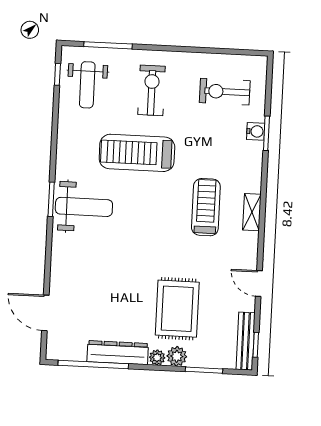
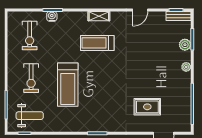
exercise bike: (152, 90) -> (31, 78), turned -90
weight bench: (84, 207) -> (101, 114), removed
rug: (177, 309) -> (147, 107), moved, width x0.73, depth x0.70
bench: (246, 341) -> (179, 16), width x0.73
dresser: (118, 353) -> (185, 90), removed
plant: (177, 356) -> (185, 45), moved

